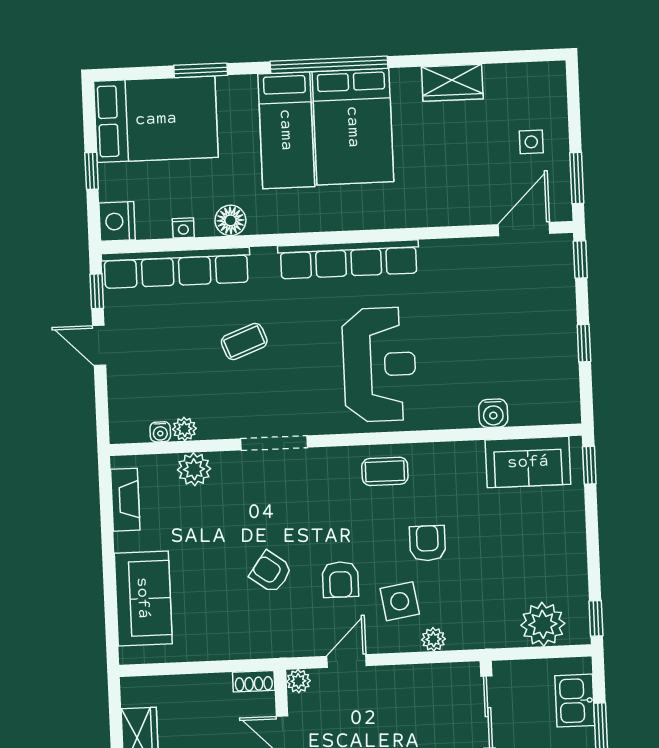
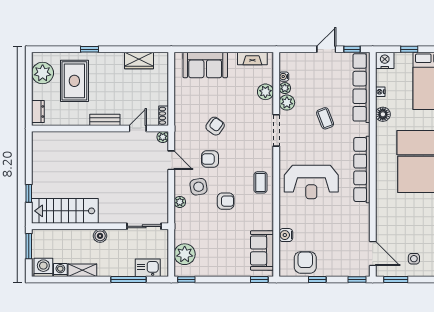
armchair: (549, 370) -> (305, 262), added
plant: (215, 423) -> (287, 103), added

